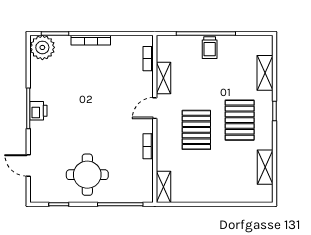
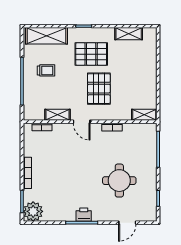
trolley: (210, 48) -> (46, 70), moved
shelving: (265, 73) -> (47, 36), width x1.50, depth x1.33
pallet: (196, 130) -> (99, 89), turned 90
round table: (87, 175) -> (119, 181), moved

